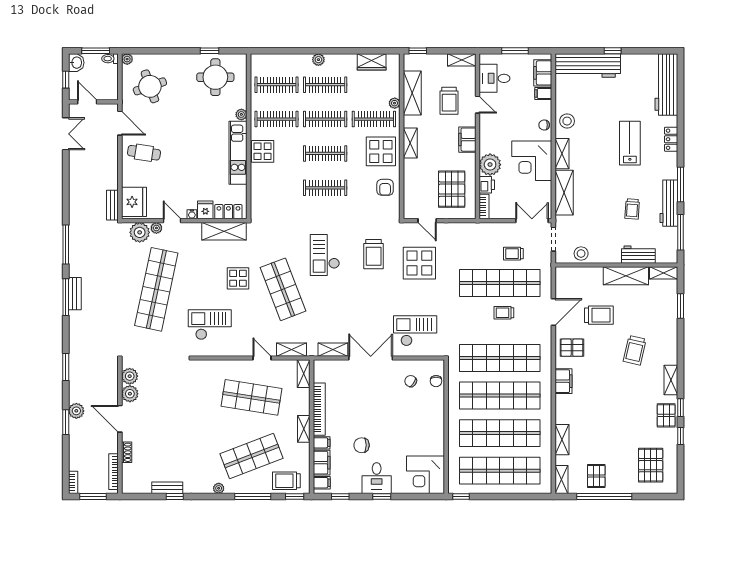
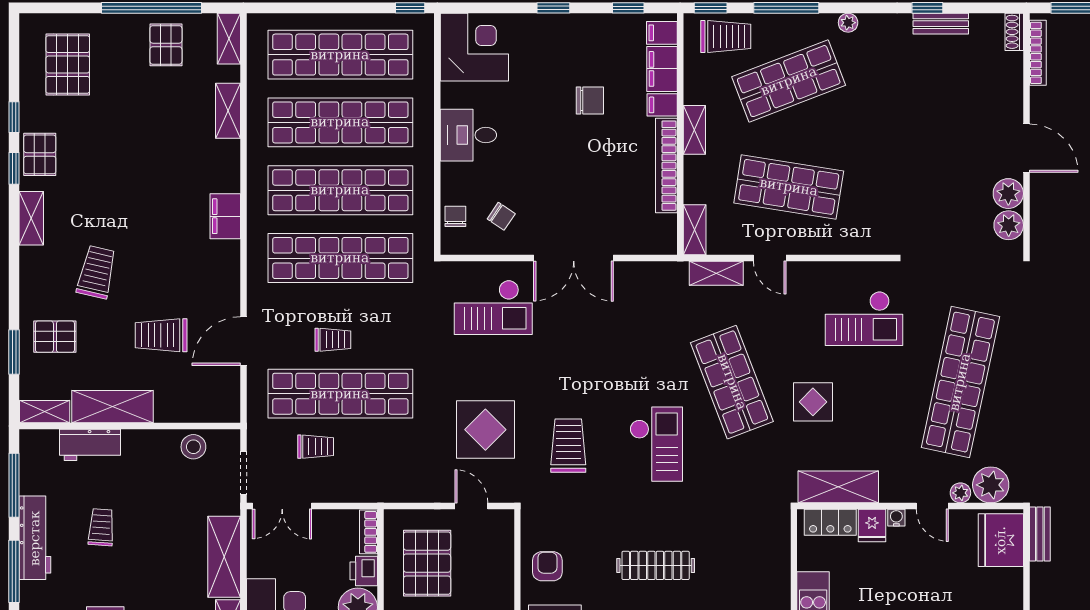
pallet: (572, 348) -> (55, 337), moved
shelving: (333, 350) -> (642, 273), removed
shoe rack: (127, 452) -> (1014, 32), moved
desk: (377, 478) -> (468, 135), moved, turned -90

